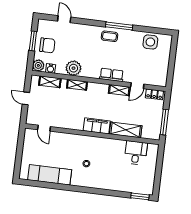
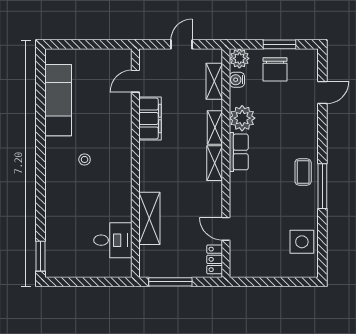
row of seats: (112, 75) -> (239, 152), moved
shelving: (119, 90) -> (215, 163), moved
filing cabinet: (97, 126) -> (150, 118), moved

